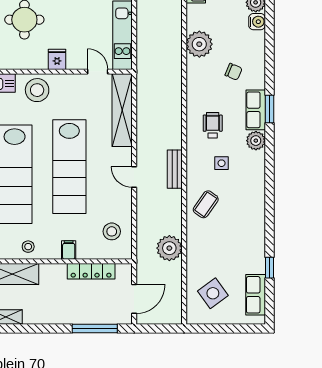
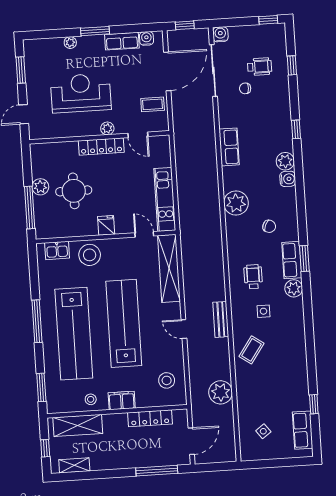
lab bench: (69, 167) -> (124, 323), turned 180
filing cabinet: (69, 250) -> (122, 400), width x2.00
side table: (213, 293) -> (263, 431), width x0.54, depth x0.54

